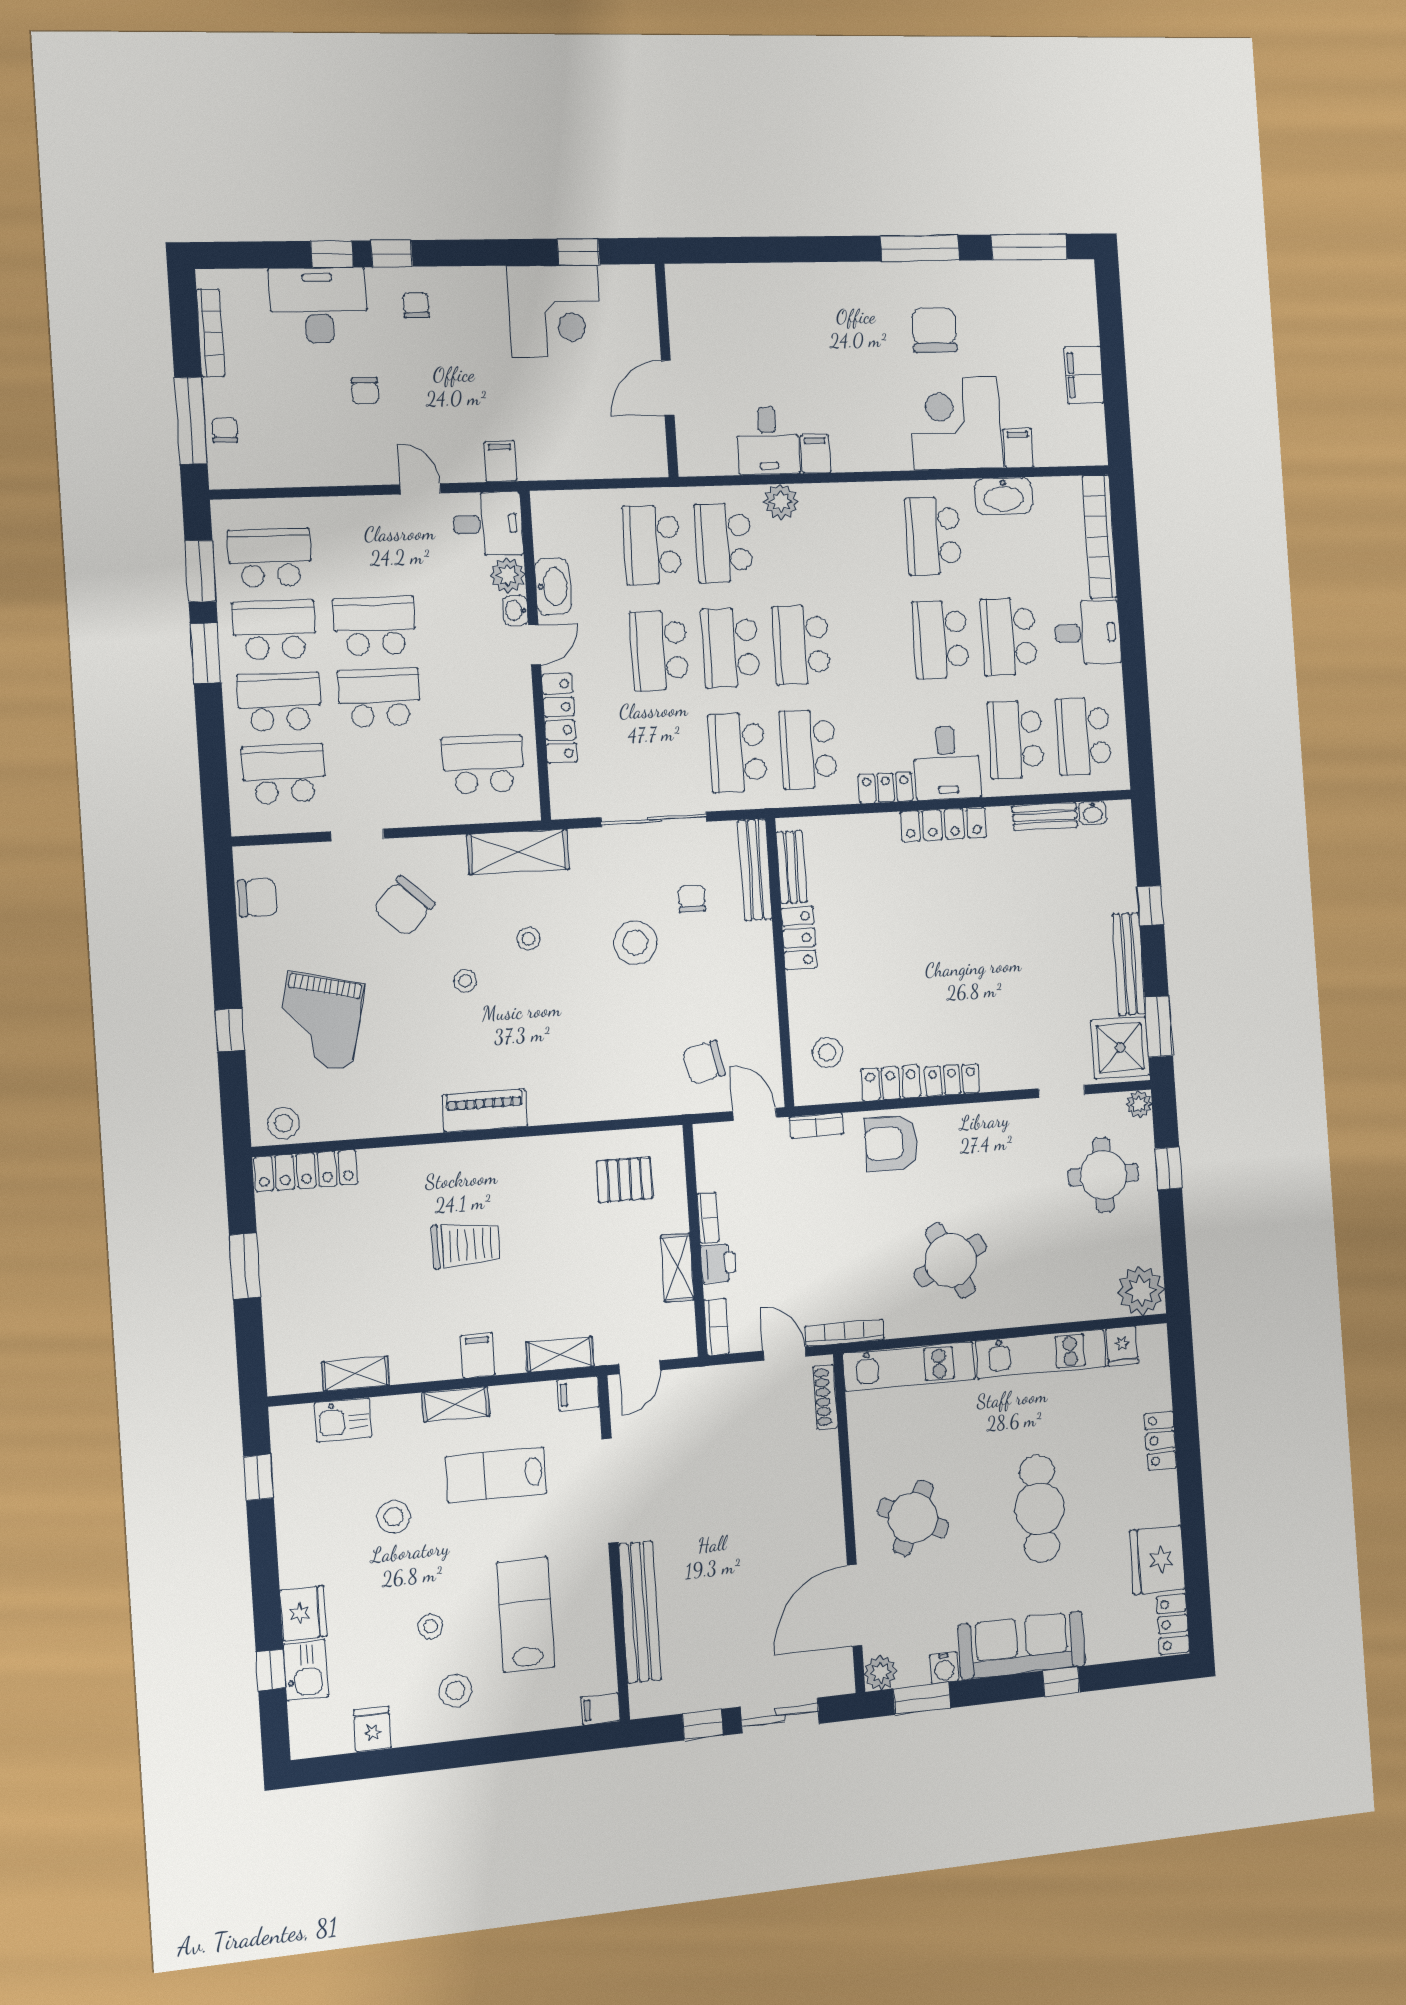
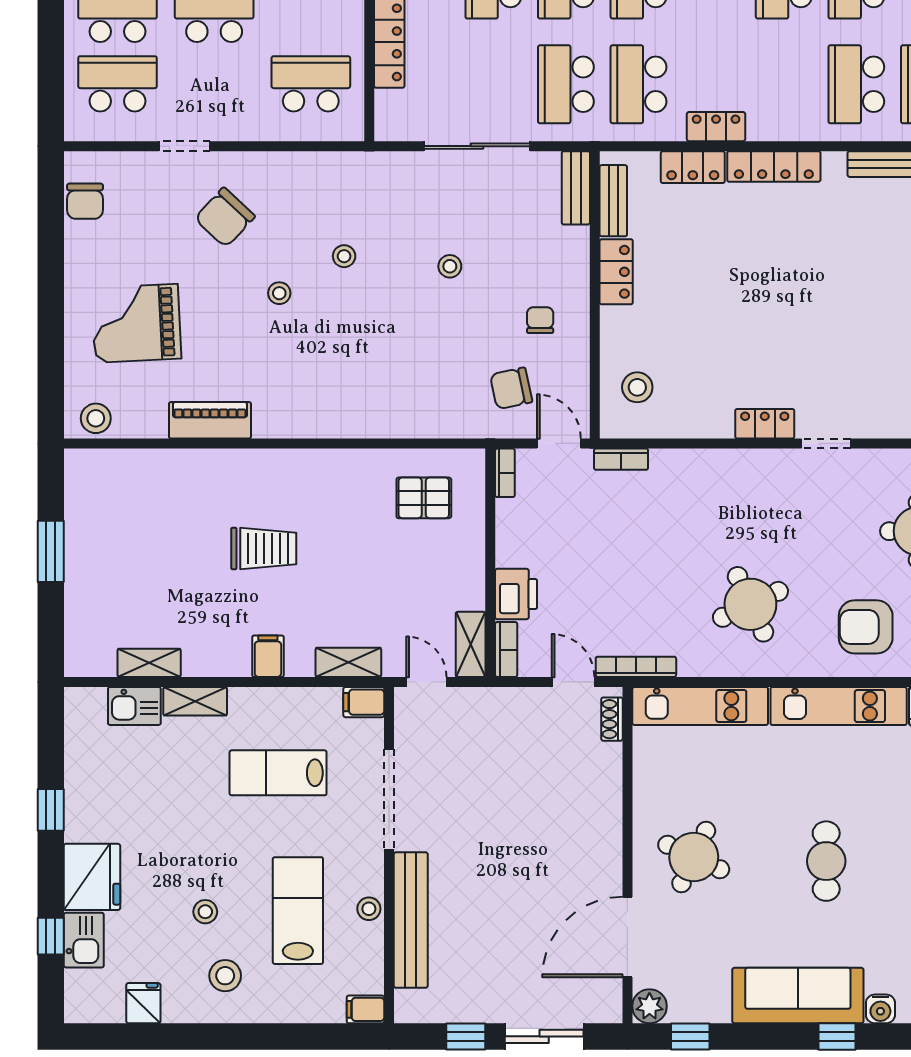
desk: (947, 763) -> (782, 105), removed
shelving: (518, 852) -> (340, 171), removed
bench: (755, 870) -> (576, 188), width x0.73
chair: (258, 898) -> (85, 201), turned 90
chair: (692, 899) -> (540, 320), moved
stool: (635, 943) -> (450, 266), width x0.53, depth x0.53
grand piano: (319, 1021) -> (136, 323), turned 74
window: (230, 1030) -> (51, 326), removed
locker: (891, 1083) -> (693, 167), moved, turned 180
doorway: (1062, 1091) -> (826, 443), moved
piano: (485, 1111) -> (210, 420), moved
armchair: (891, 1143) -> (866, 627), moved
locker: (306, 1171) -> (114, 465), removed
bookcase: (708, 1218) -> (505, 473), moved
printer: (718, 1263) -> (516, 594), width x1.36, depth x1.24
shelving: (677, 1268) -> (471, 644), moved
door: (640, 1367) -> (426, 682), swing flipped
shoe rack: (826, 1397) -> (612, 719), width x0.70
shelving: (456, 1404) -> (195, 701), moved
window: (259, 1477) -> (51, 810), moved
cafe table: (1039, 1509) -> (826, 861), width x0.73, depth x0.74
stool: (394, 1517) -> (369, 909), moved, width x0.73, depth x0.73
fridge: (303, 1613) -> (92, 877), width x1.36, depth x1.34
water cooler: (944, 1668) -> (880, 1009), moved
window: (922, 1698) -> (690, 1036), width x0.67

